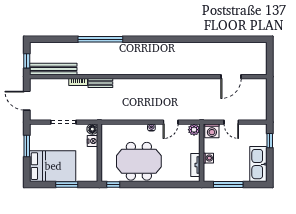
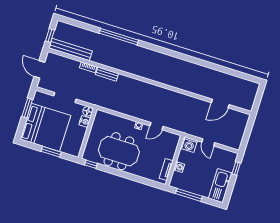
plant: (194, 130) -> (174, 139), removed
bed: (53, 166) -> (45, 127), width x1.36

